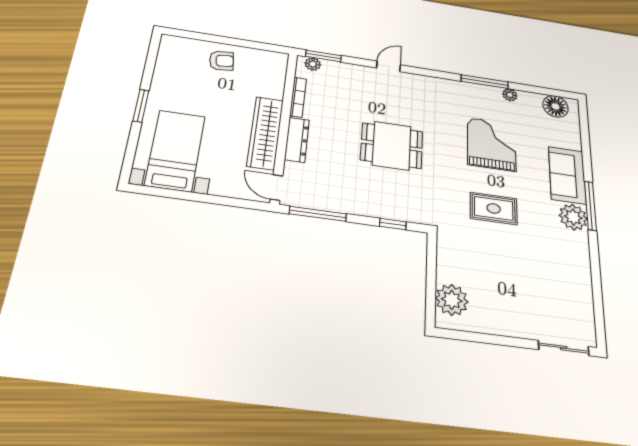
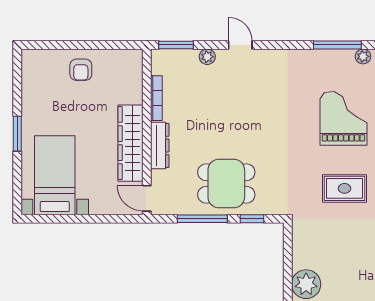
armchair: (221, 61) -> (81, 70), turned 97
plant: (313, 64) -> (207, 57), moved
door: (389, 66) -> (240, 45), hinge flipped
dining table: (392, 146) -> (226, 184), moved
window: (318, 214) -> (202, 219), moved

